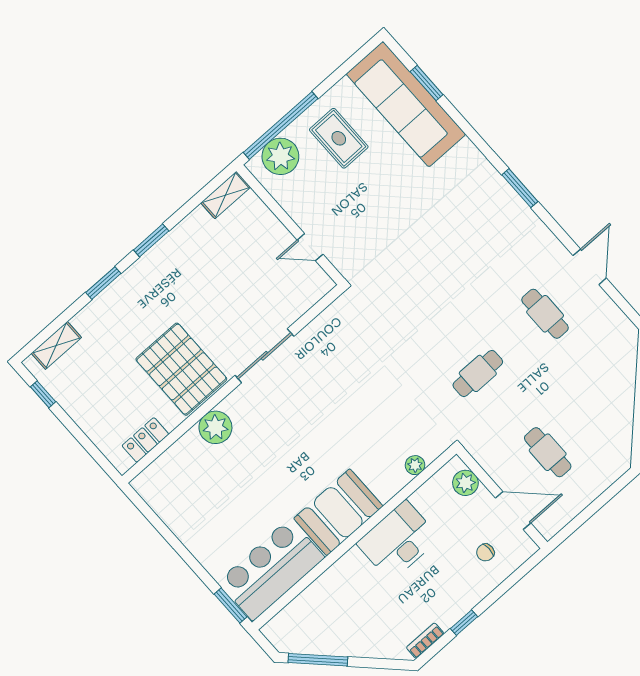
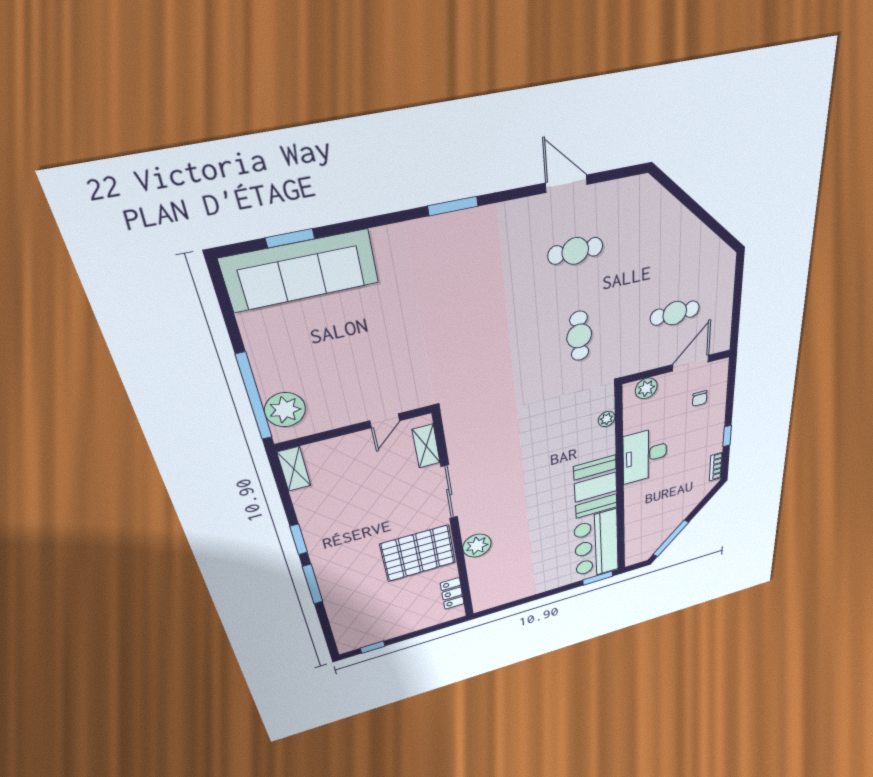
rug: (339, 138) -> (298, 351), removed
window: (103, 283) -> (313, 584), width x1.44
shelving: (56, 345) -> (426, 446), moved

